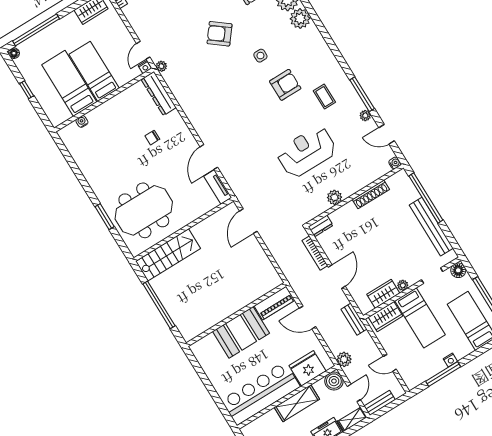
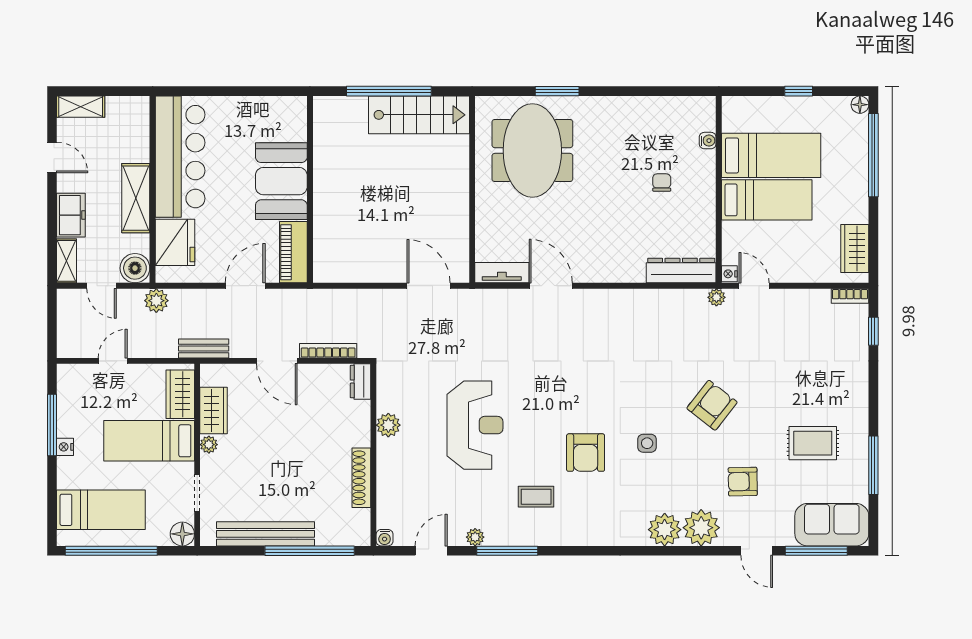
chair: (152, 138) -> (662, 183), moved
stairs: (168, 255) -> (419, 115), moved, turned -90
bench: (380, 403) -> (66, 313), removed

